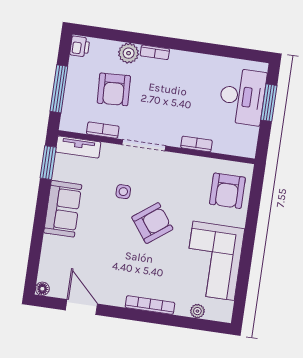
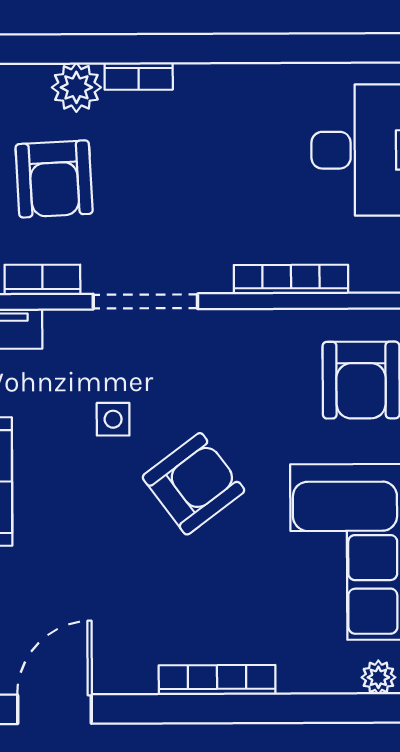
bookcase: (196, 144) -> (291, 279), width x1.56
door: (81, 307) -> (54, 709), hinge flipped
plant: (197, 311) -> (378, 677), moved

